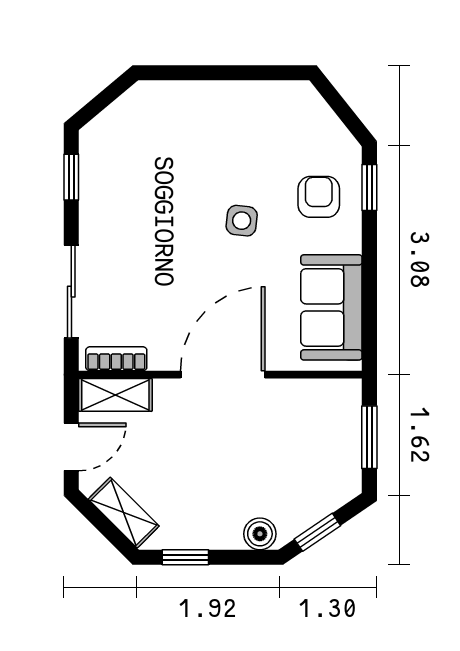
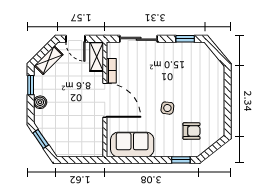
armchair: (319, 197) -> (191, 131), moved
bookcase: (116, 359) -> (111, 71), moved
window: (369, 437) -> (79, 160), removed
boiler: (260, 534) -> (40, 102), moved

